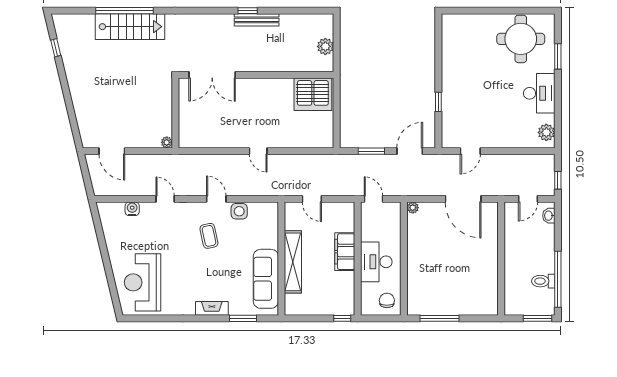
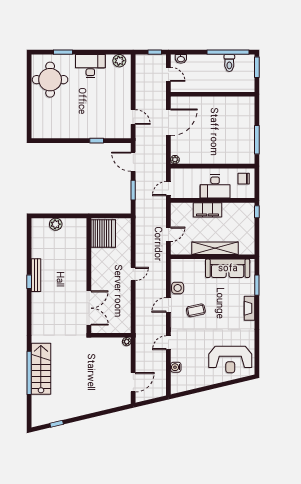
double door: (212, 75) -> (89, 308), moved
wall: (256, 75) -> (89, 276), moved
server rack: (313, 94) -> (103, 234), moved

